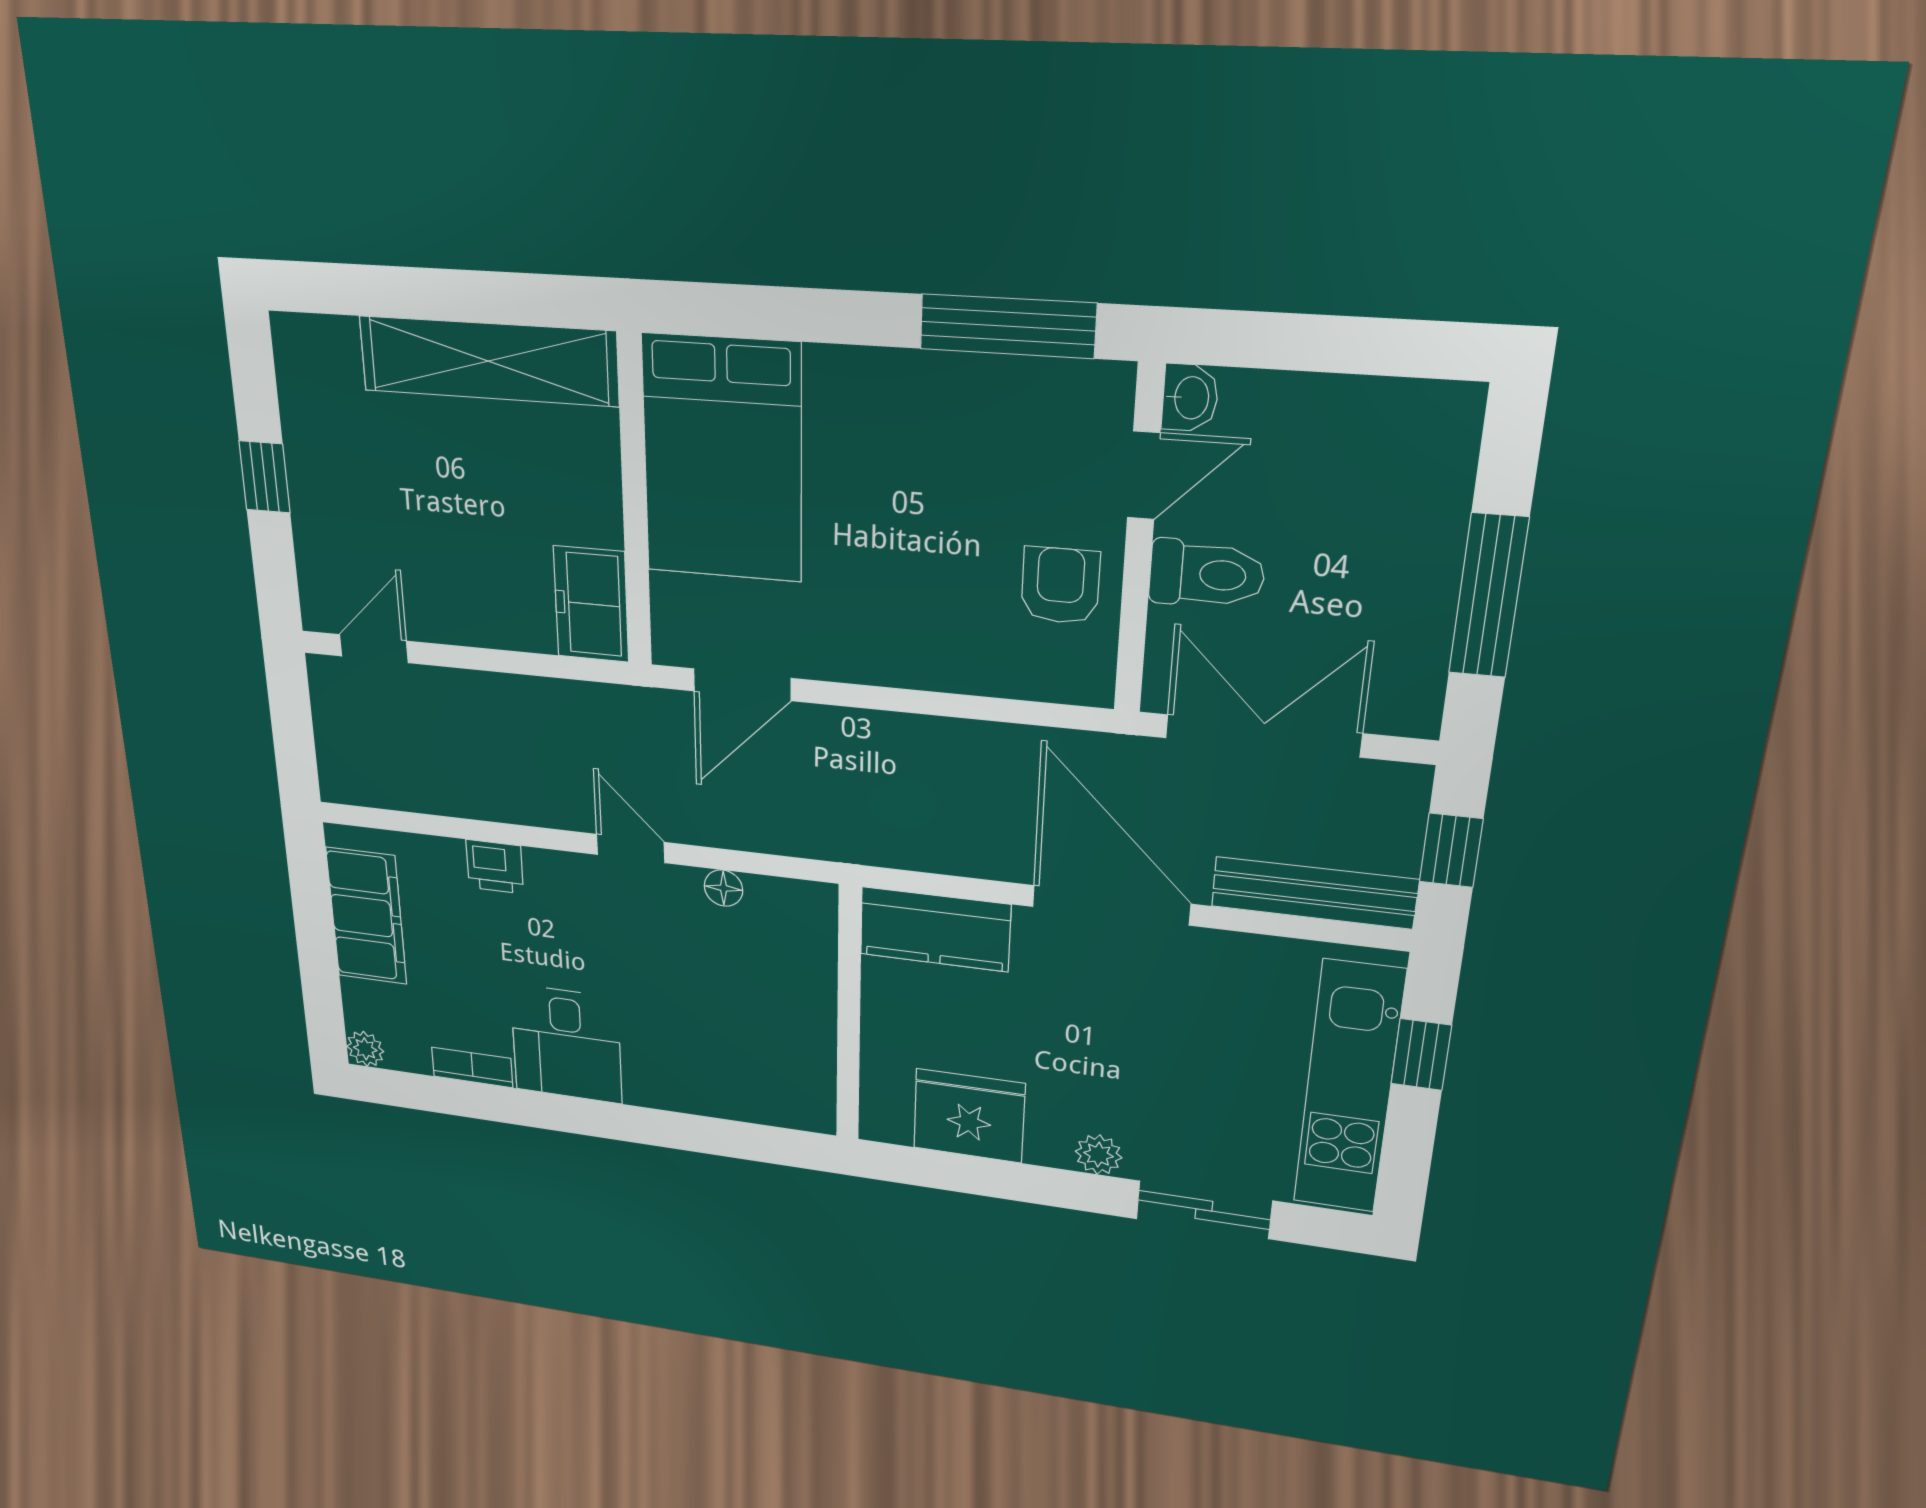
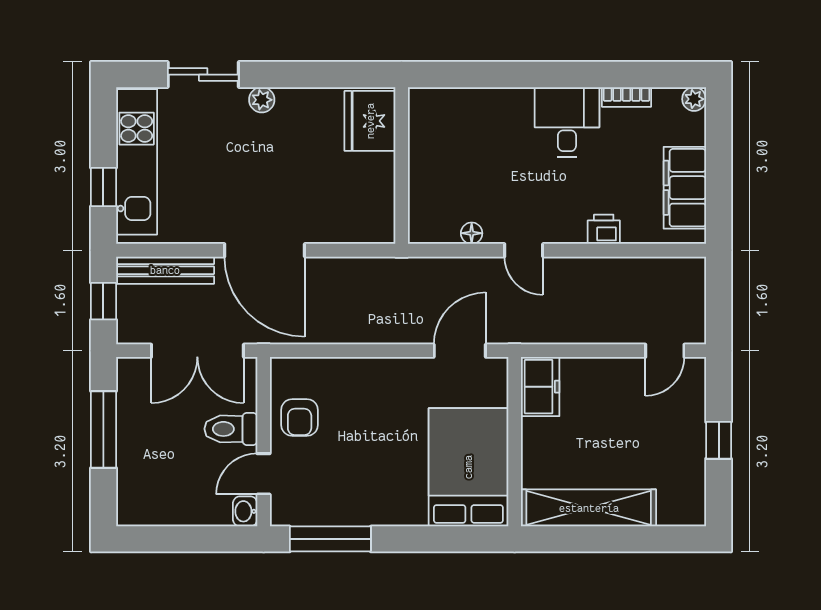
kitchen counter: (935, 929) -> (356, 224), removed
fridge: (969, 1116) -> (370, 121), moved, turned 90

